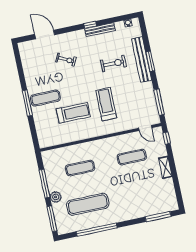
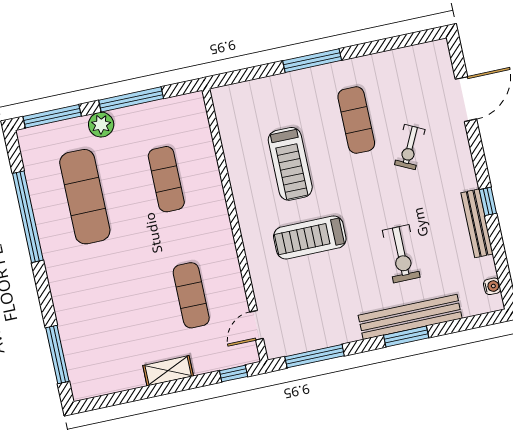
exercise mat: (45, 98) -> (356, 120), moved
treadmill: (106, 104) -> (310, 237), turned 180

